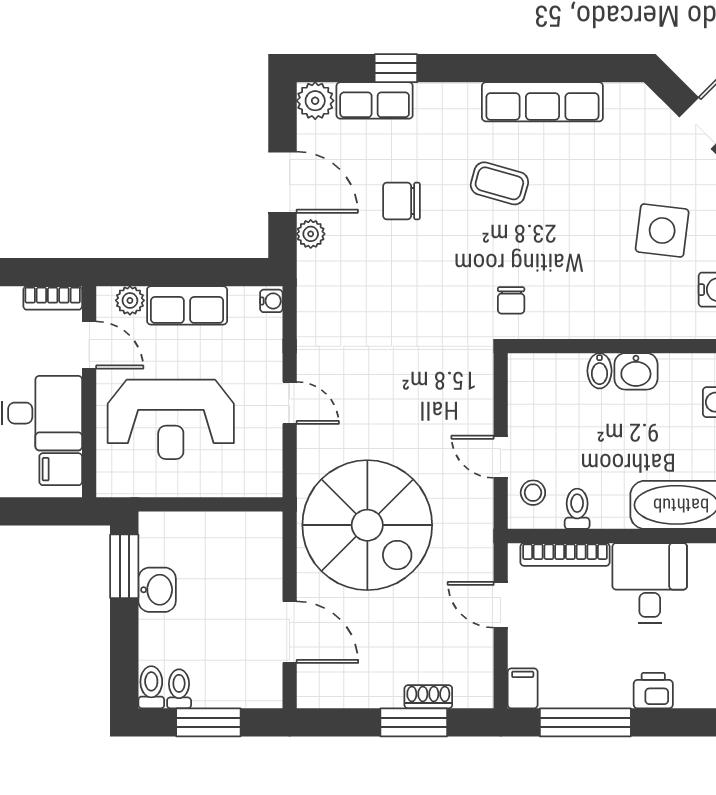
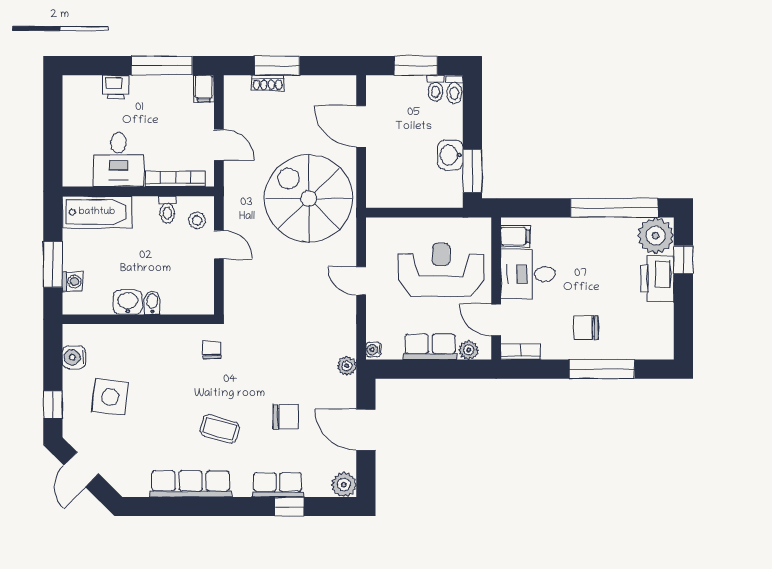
row of seats: (375, 100) -> (278, 485), moved
plant: (311, 234) -> (347, 366), moved

